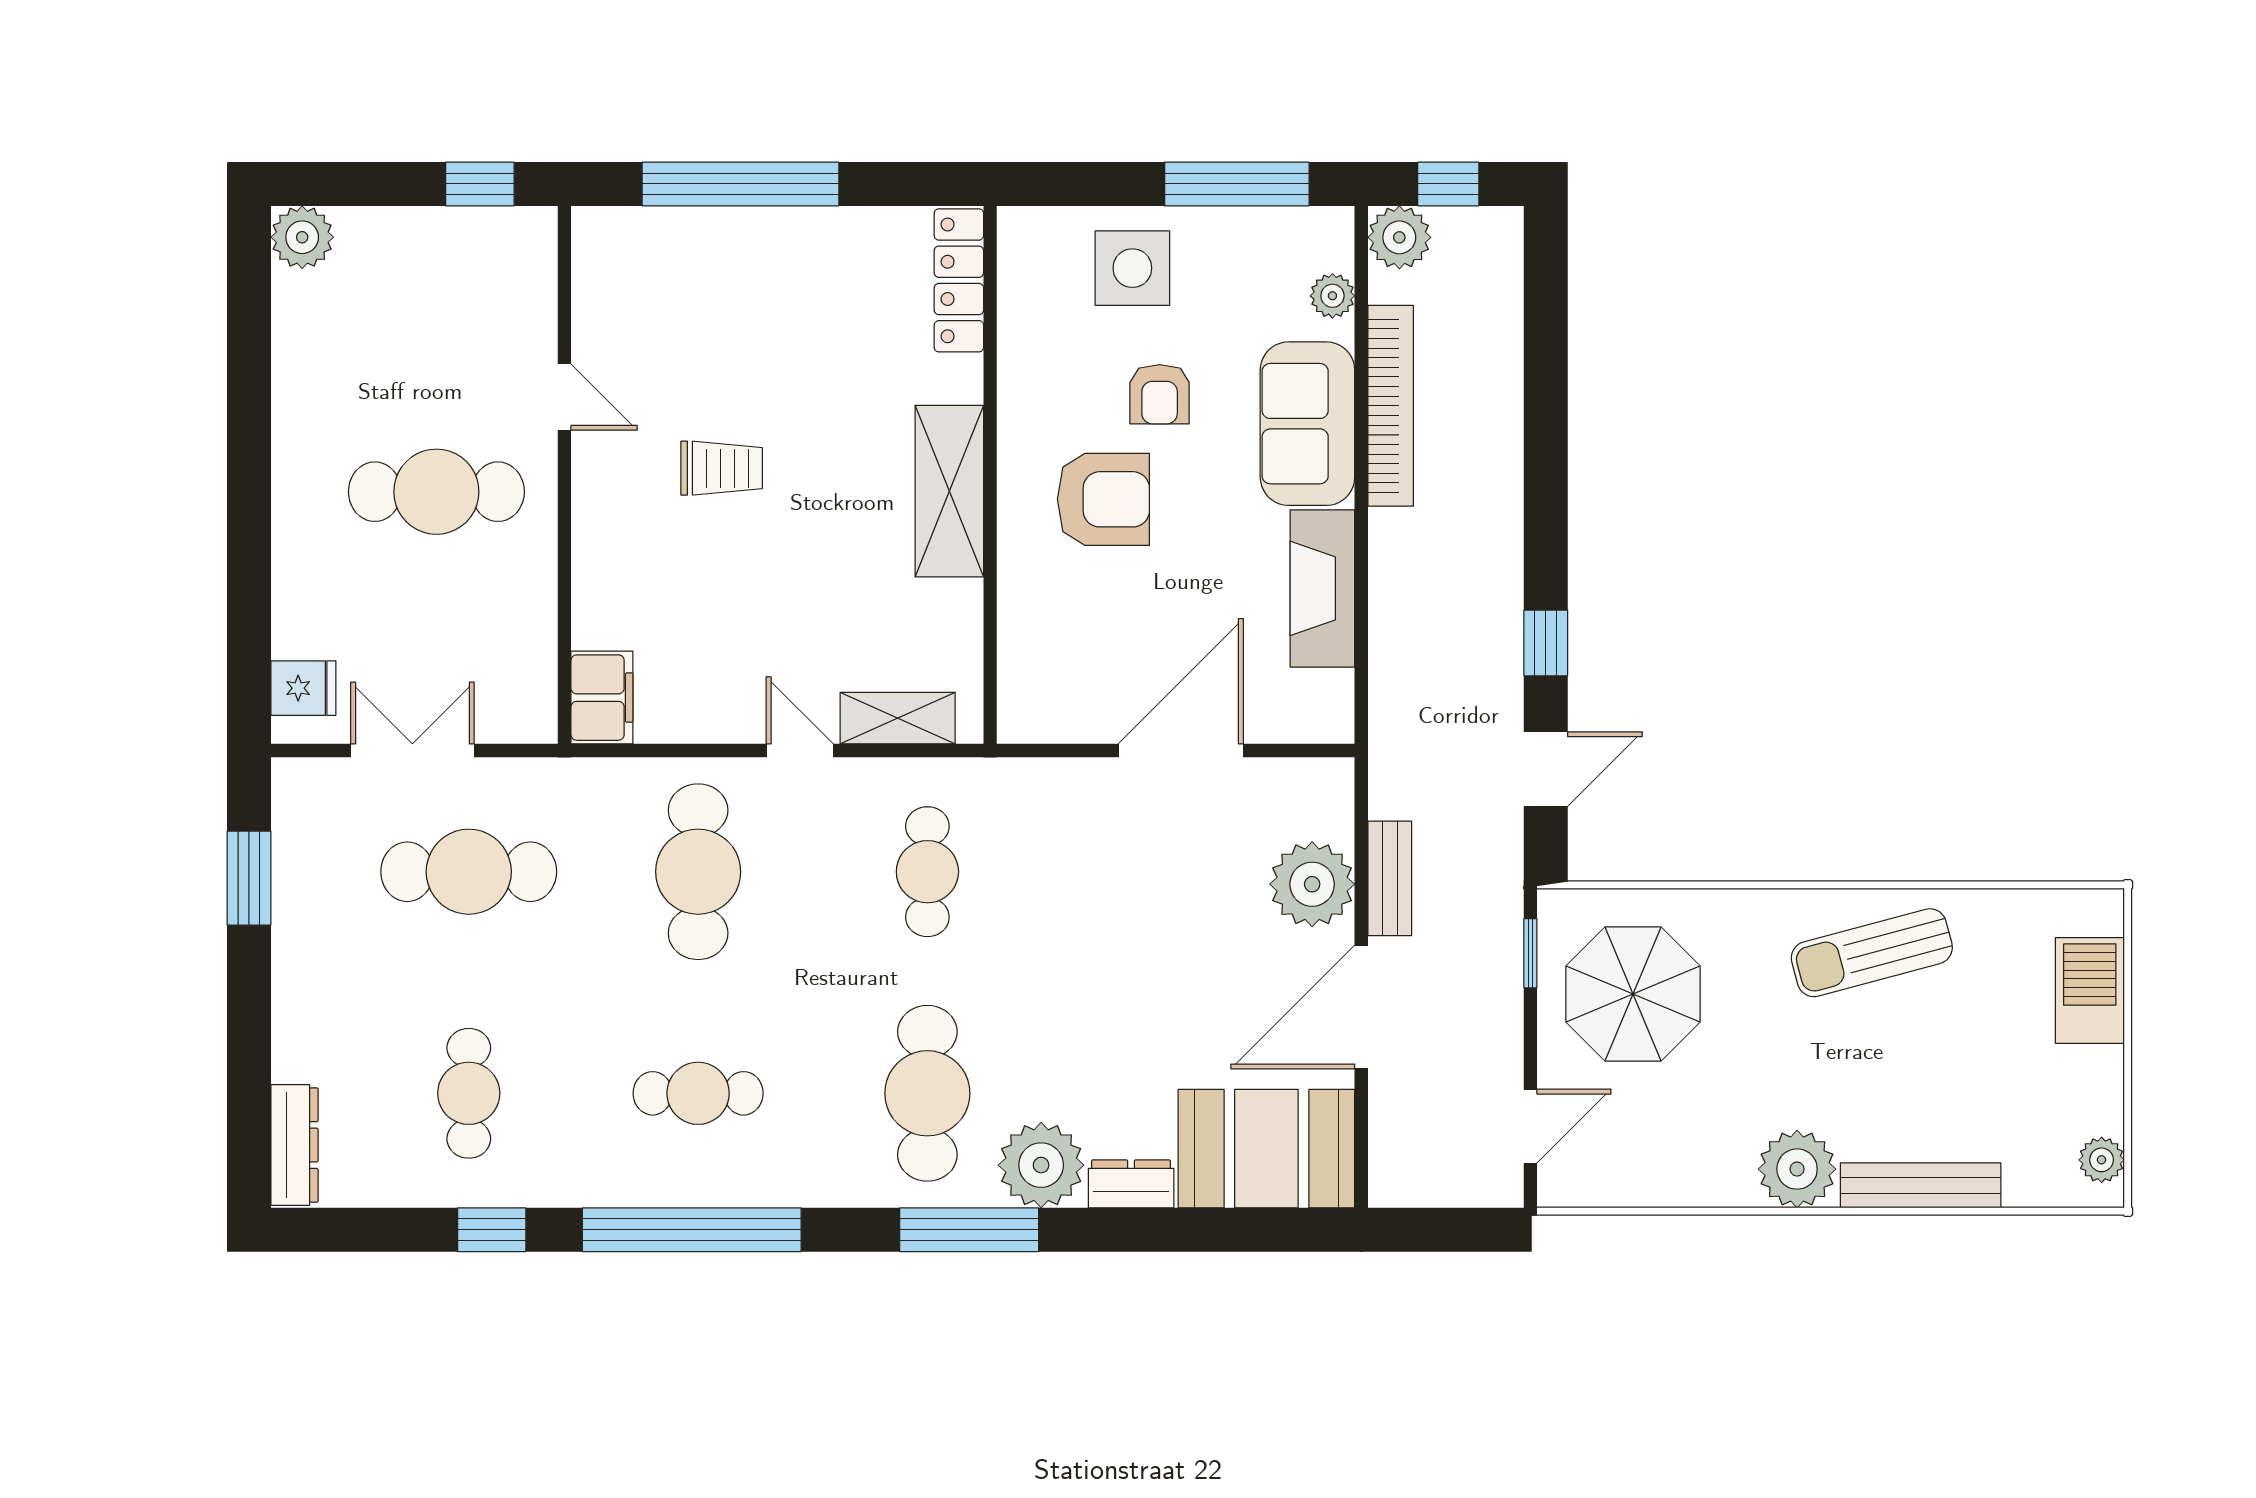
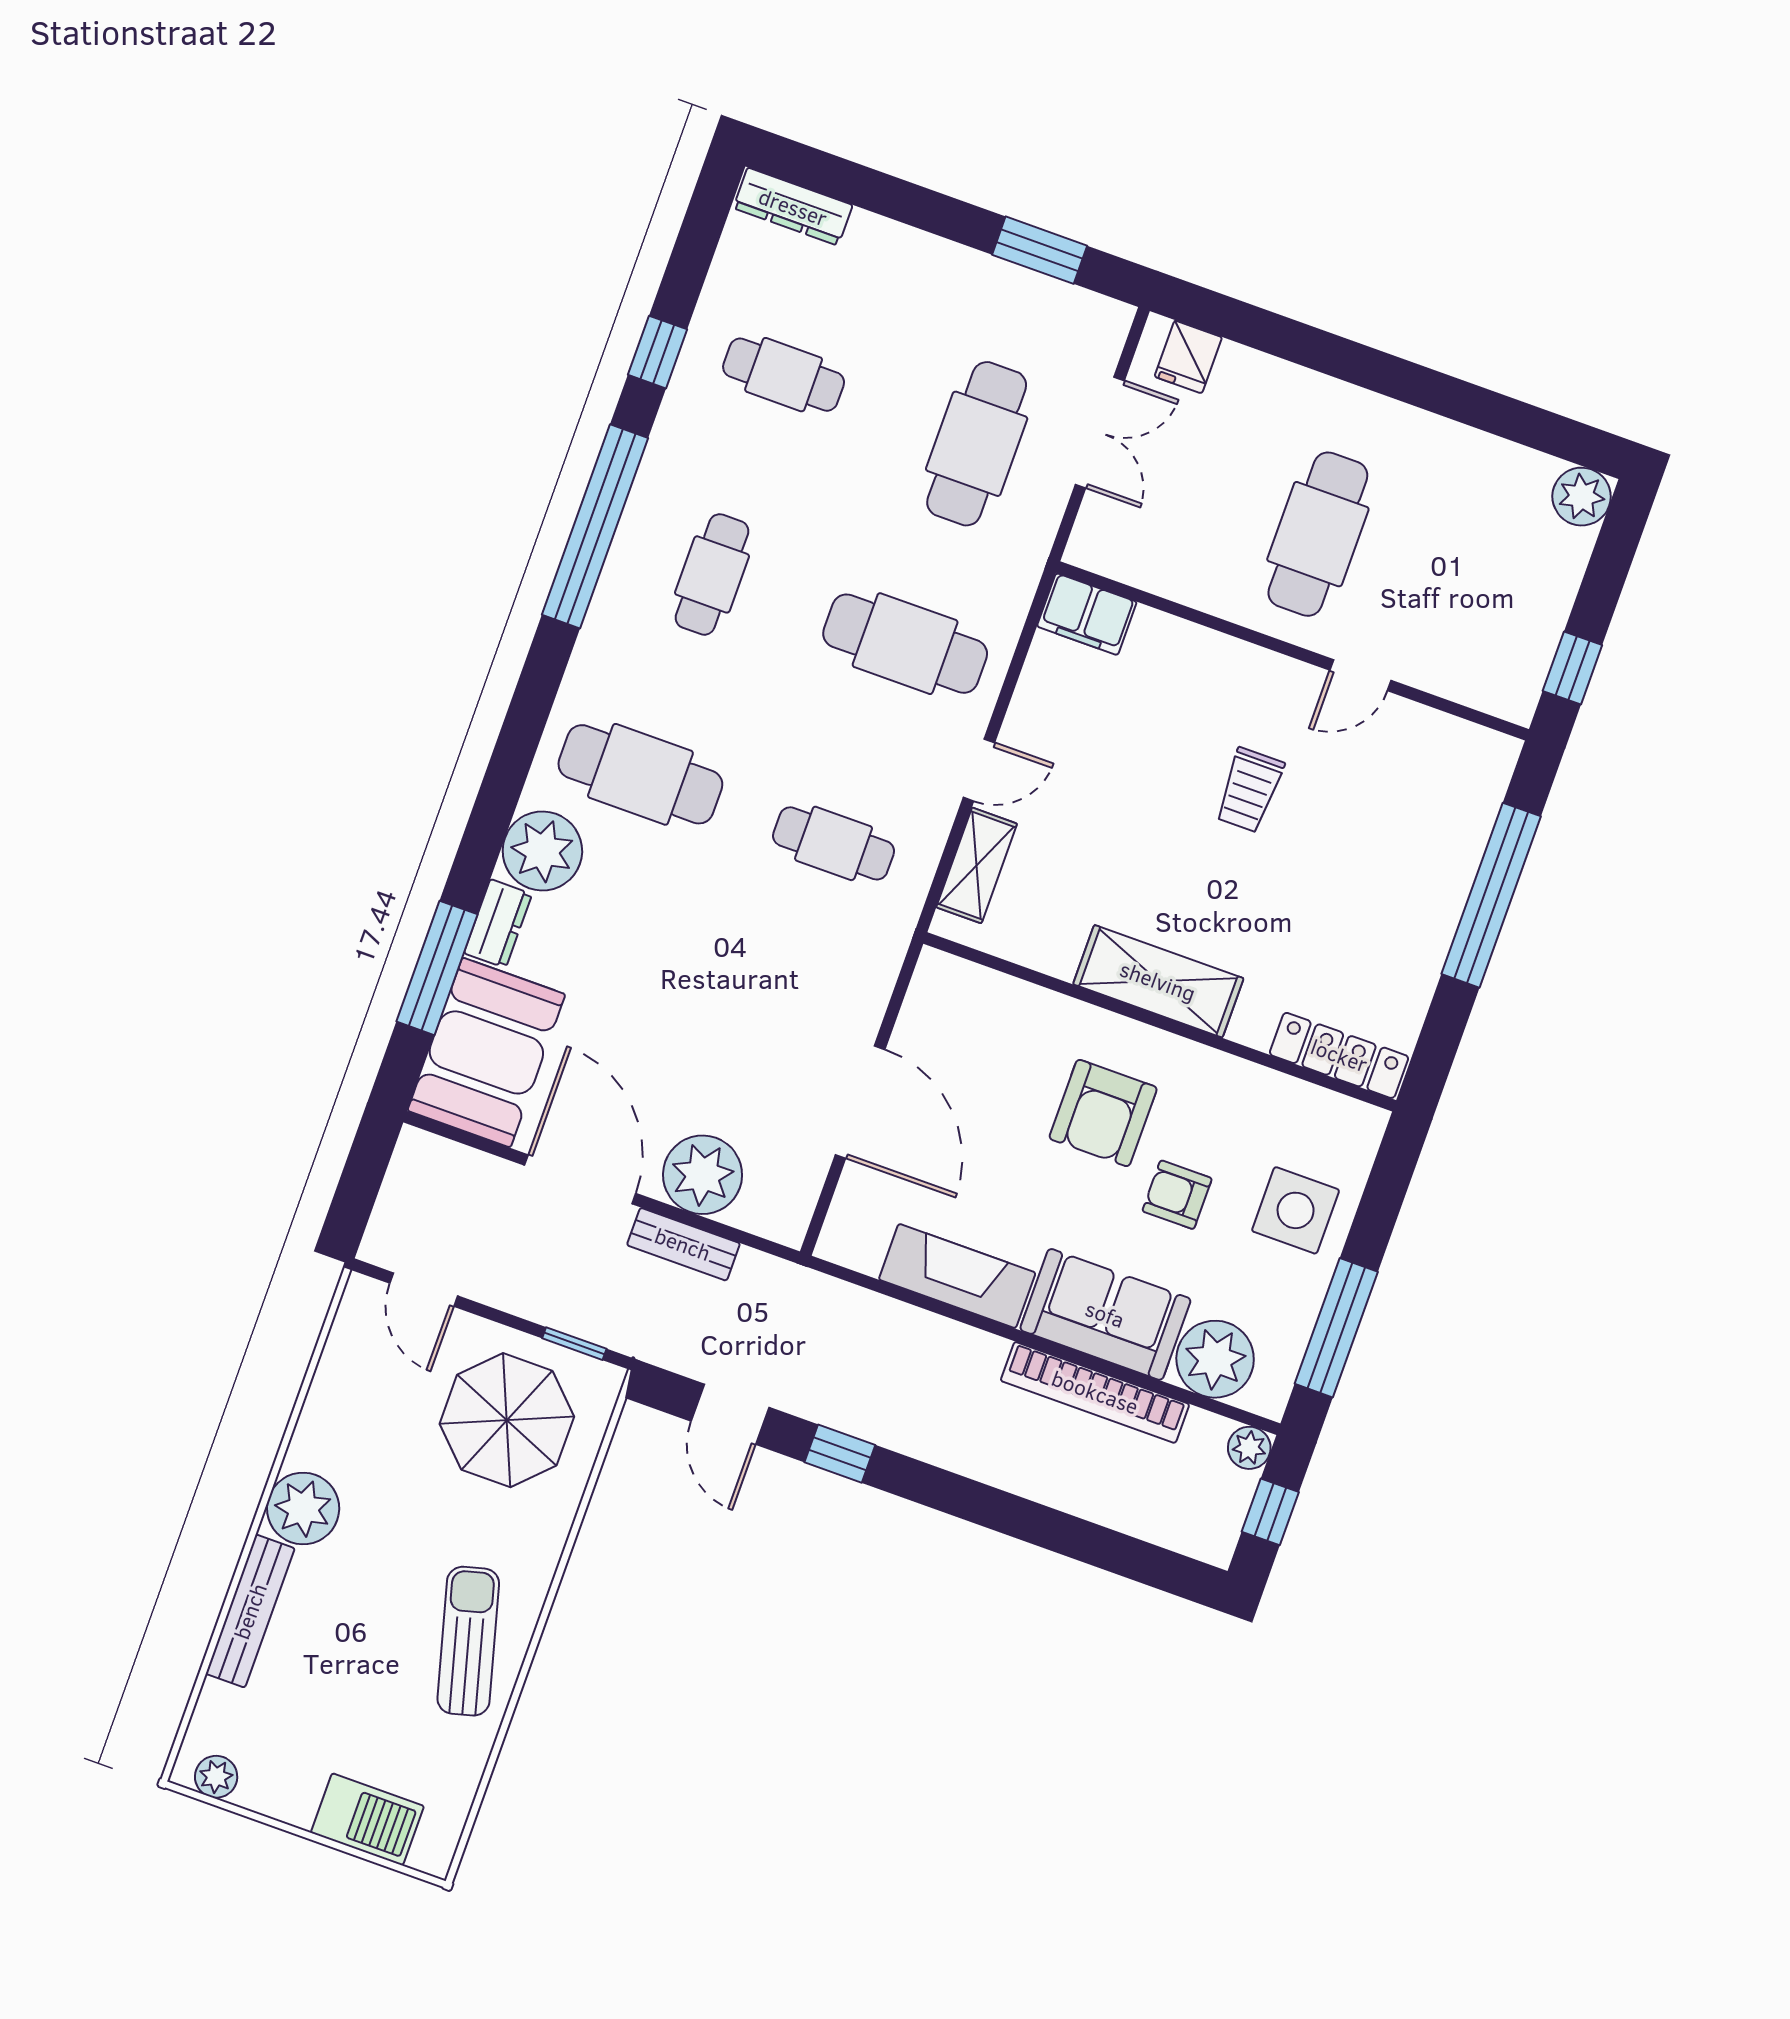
plant: (1399, 237) -> (1249, 1448), width x0.73, depth x0.73
plant: (1332, 296) -> (1215, 1359), width x1.88, depth x1.88
window: (969, 1230) -> (437, 968), moved

